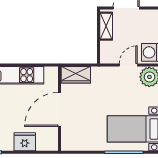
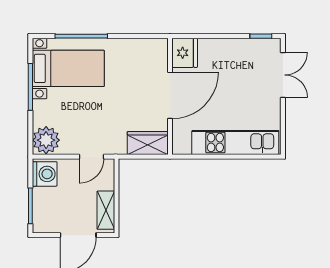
door: (128, 65) -> (91, 157), moved
fridge: (25, 142) -> (185, 53), moved, turned -90

